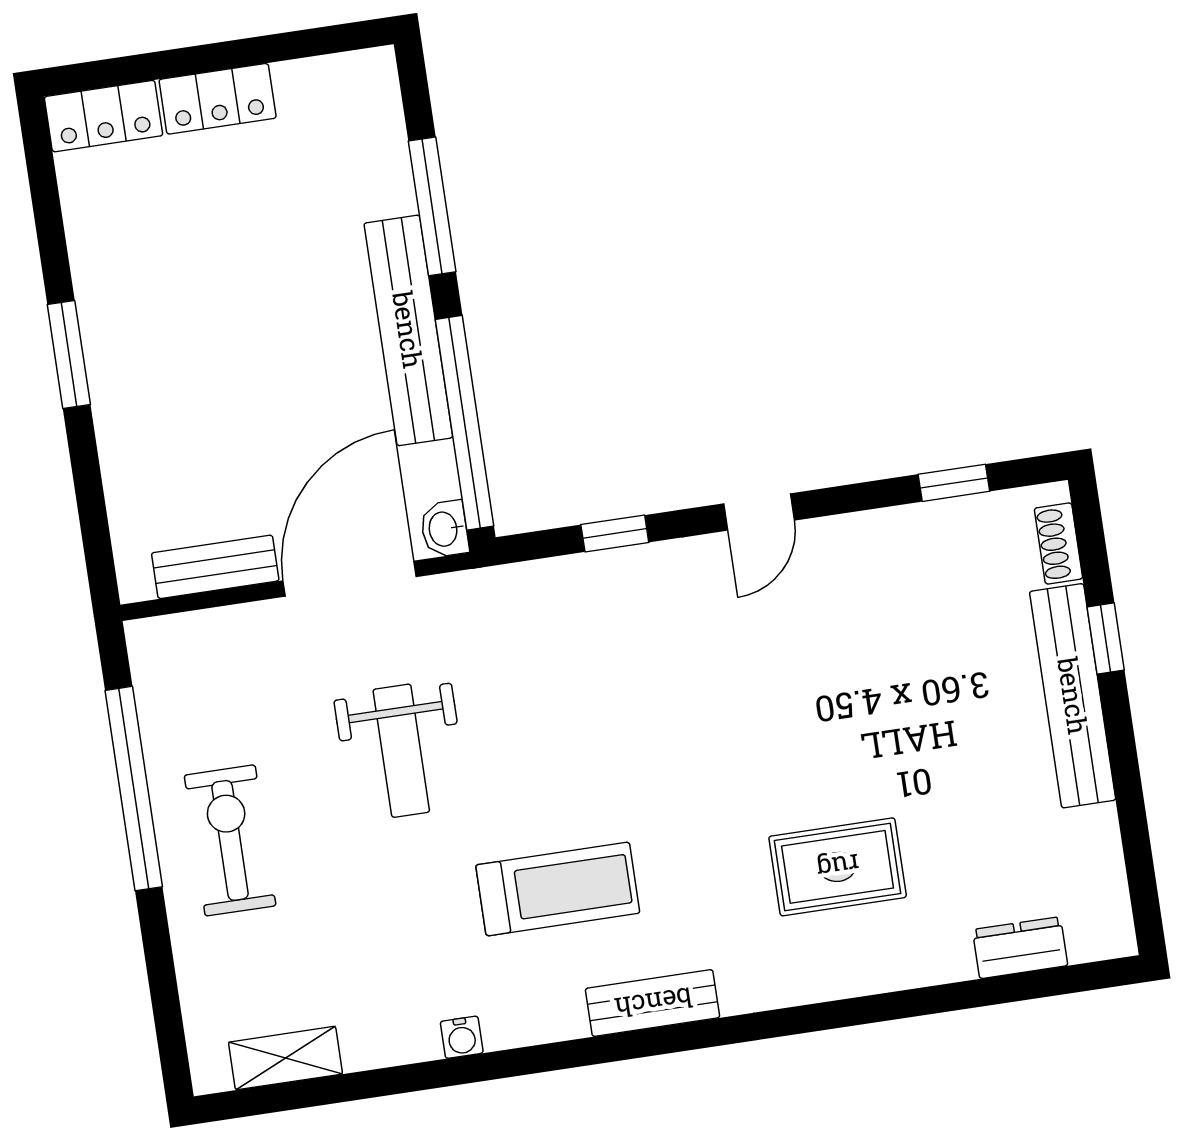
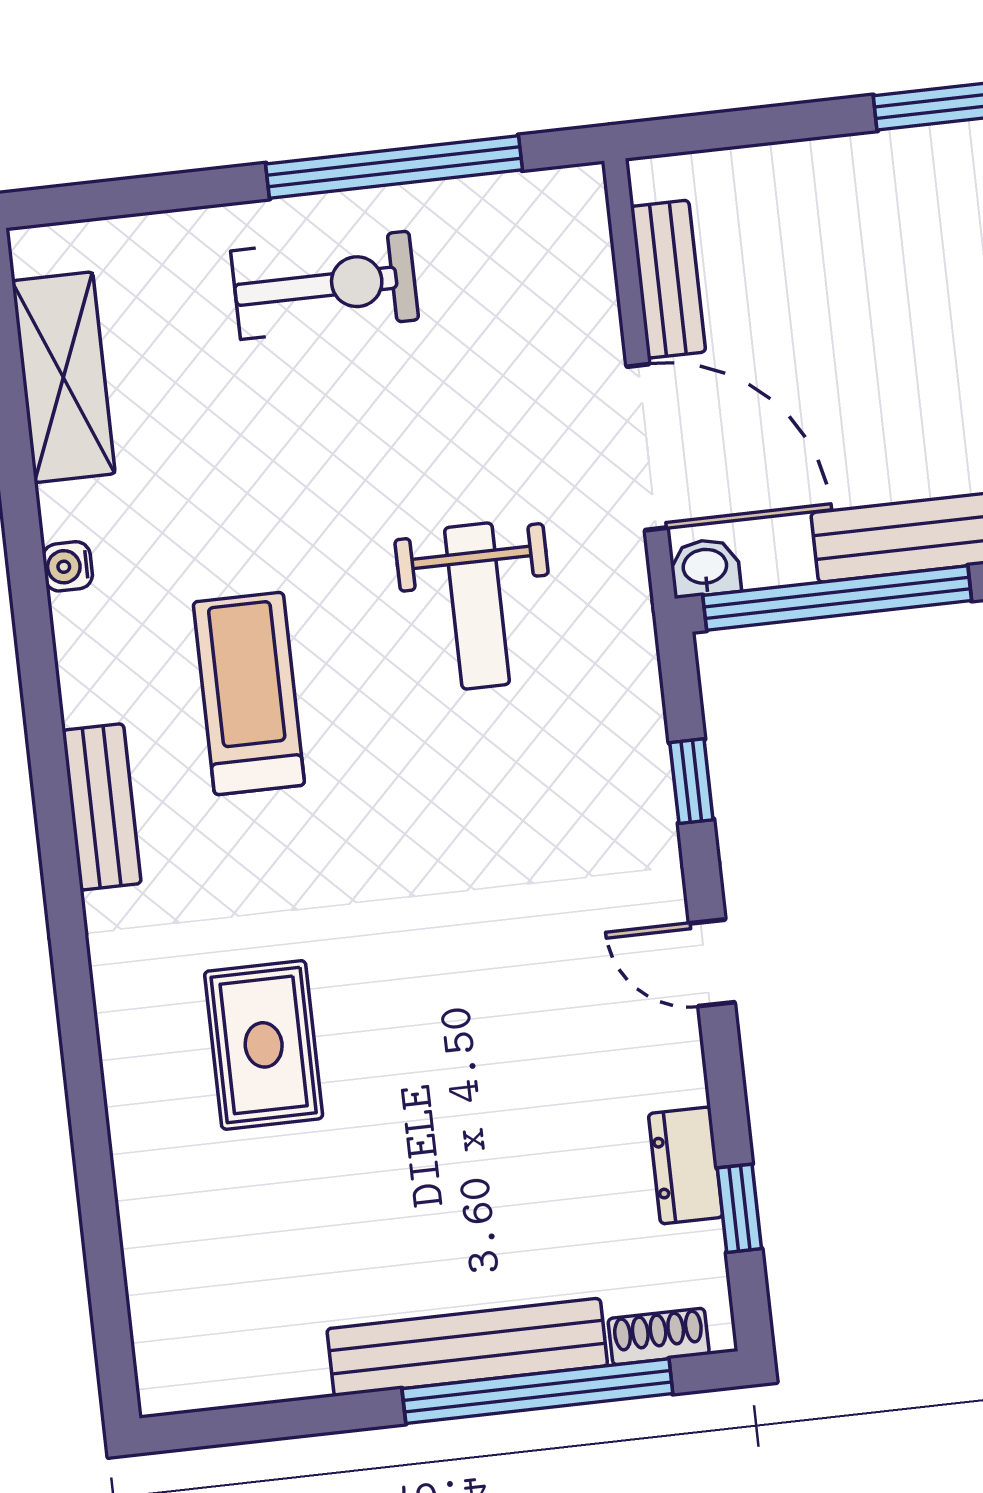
window: (1106, 639) -> (537, 1391), width x3.17
weight bench: (401, 751) -> (477, 606), moved, turned -90
treadmill: (558, 889) -> (249, 693), turned 180
dresser: (1020, 948) -> (686, 1165), moved, turned 180
shelving: (285, 1058) -> (63, 377), width x1.50, depth x1.33

